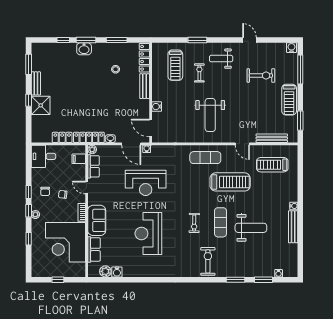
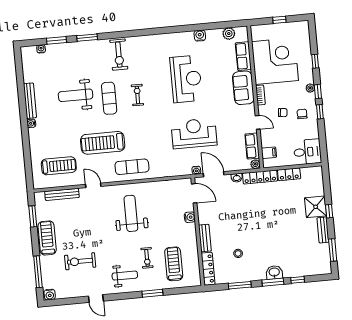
water cooler: (117, 272) -> (200, 36), moved

